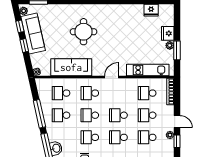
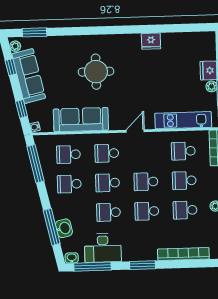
fridge: (151, 10) -> (151, 41), moved
window: (24, 46) -> (22, 109), moved
window: (39, 114) -> (35, 164), moved

